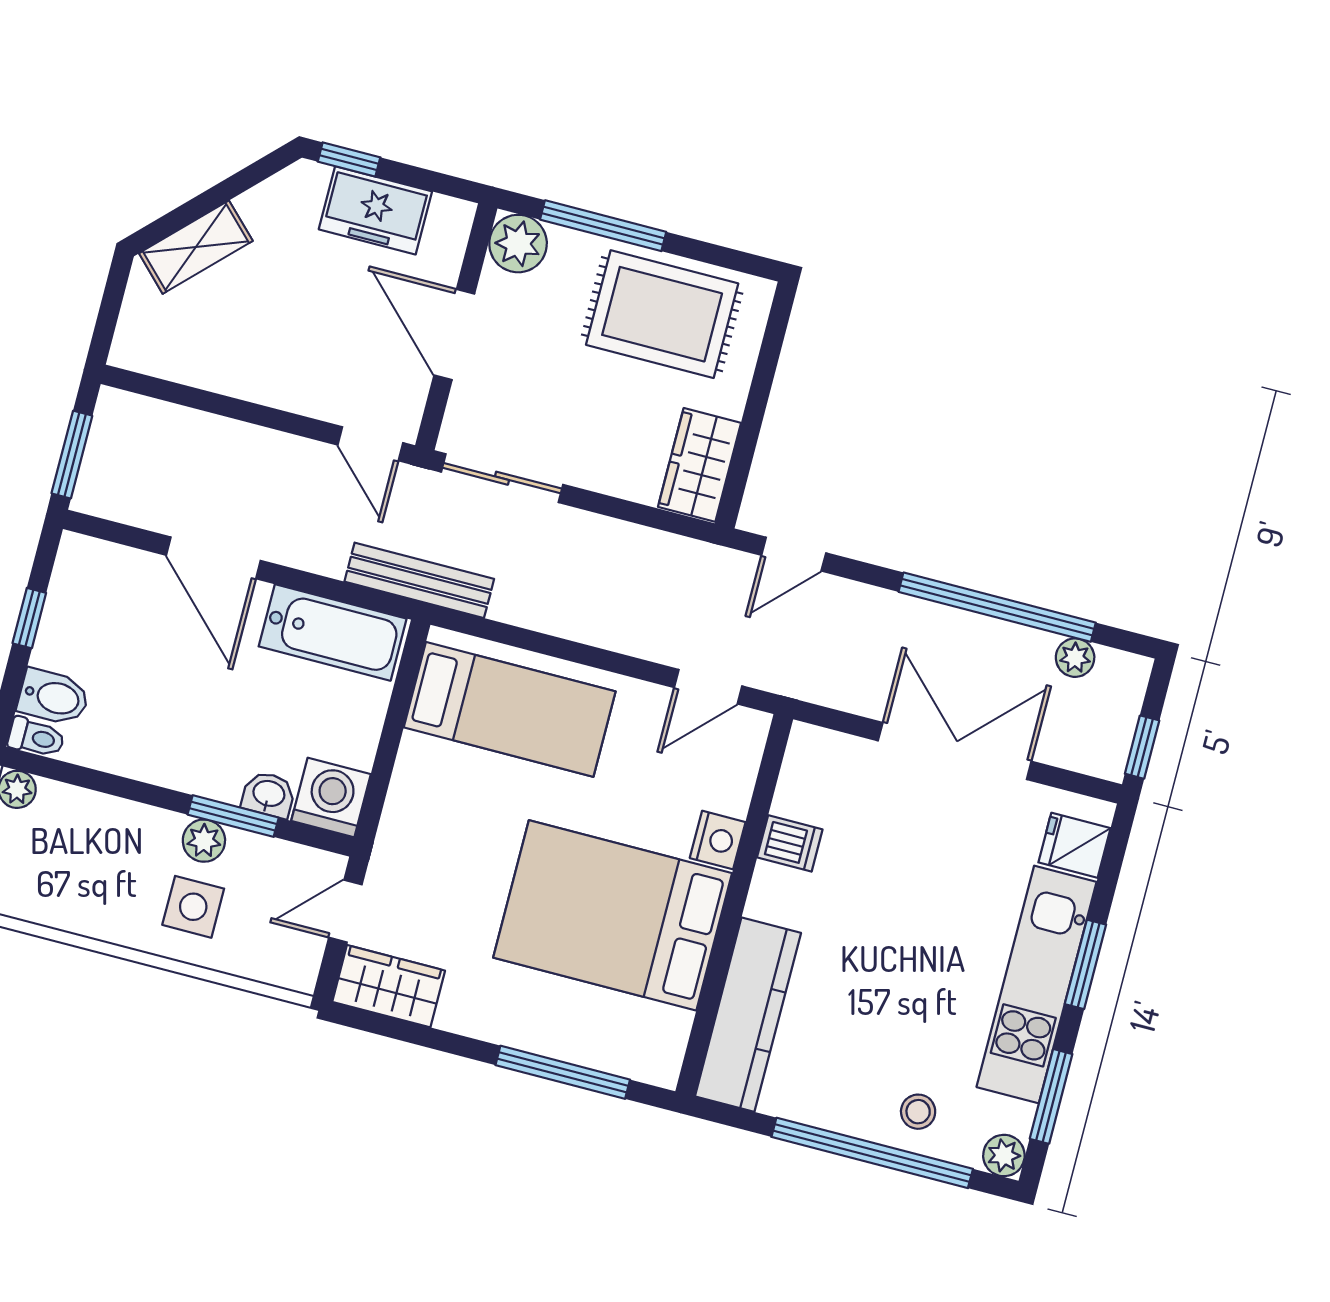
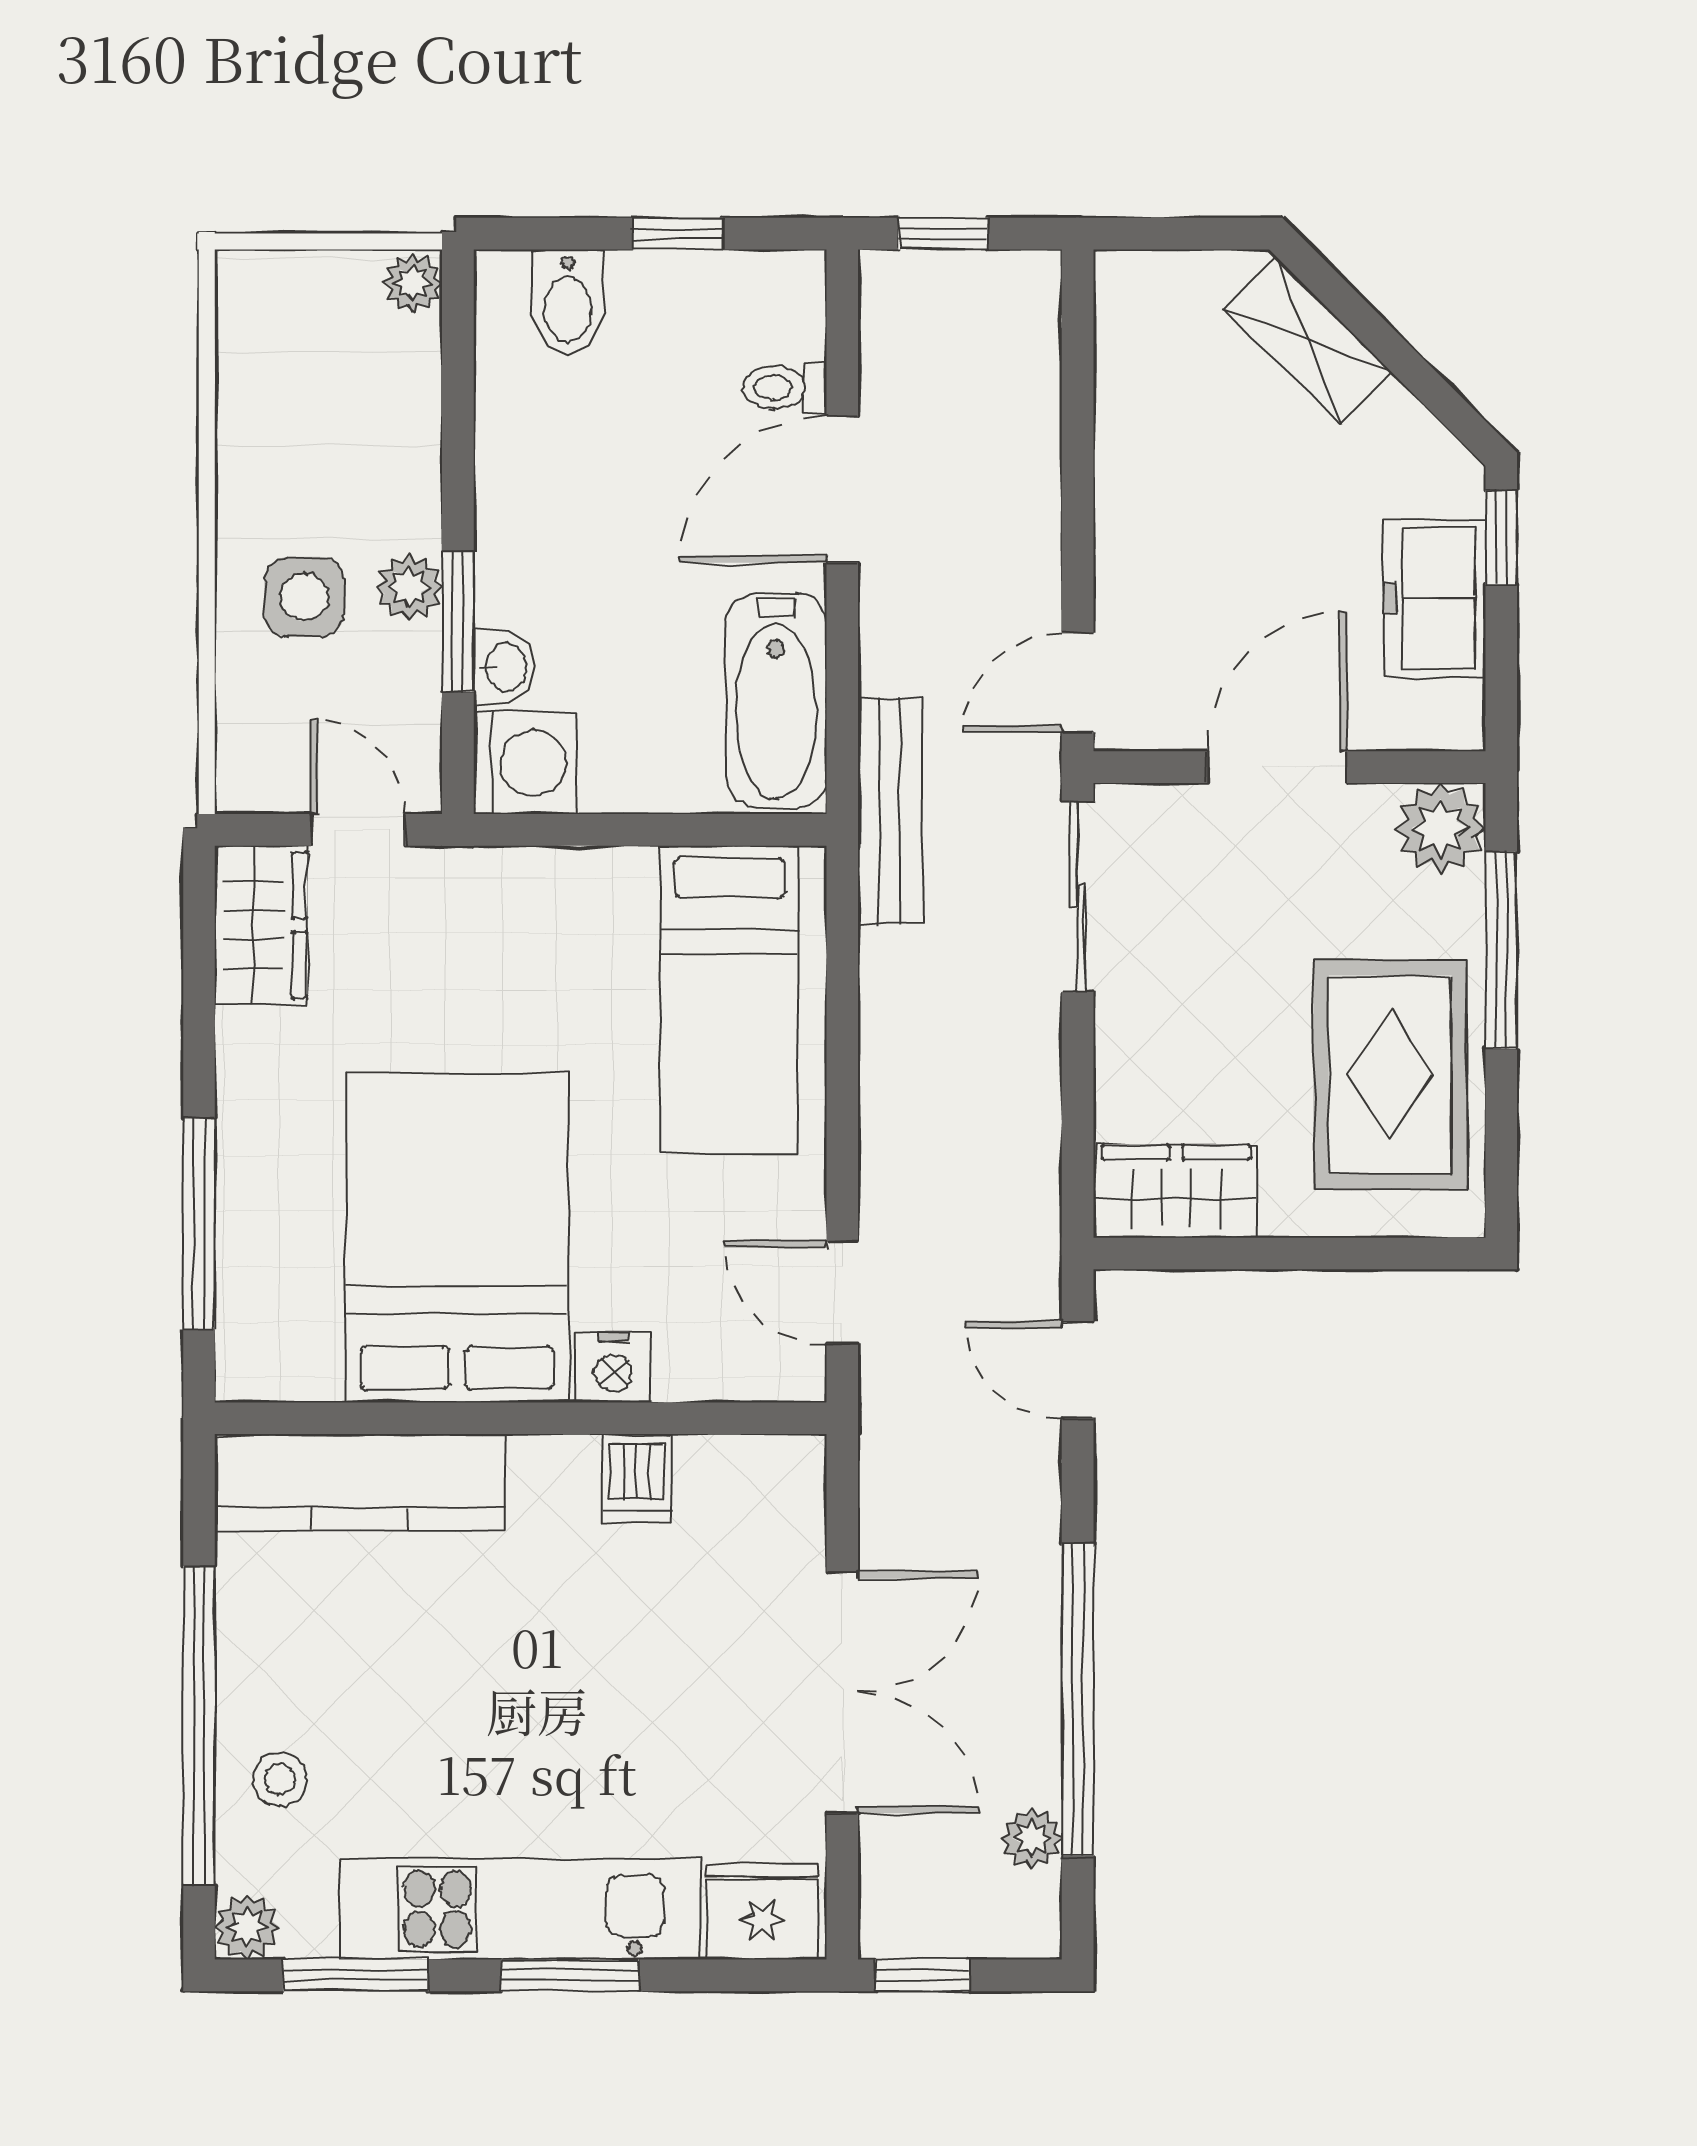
window: (72, 455) -> (943, 234), width x0.67
toilet: (36, 737) -> (785, 387), moved, turned 90
fridge: (1074, 845) -> (762, 1912), width x1.38

